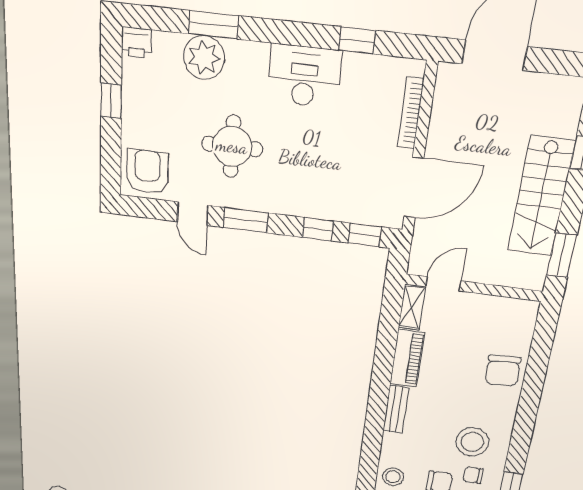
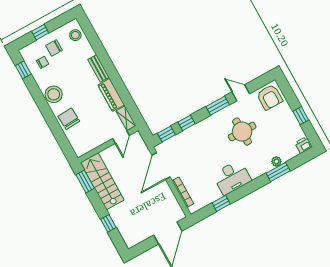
plant: (204, 58) -> (276, 161), width x0.53, depth x0.53
stairs: (541, 197) -> (102, 181), moved
stool: (472, 442) -> (54, 94), moved

